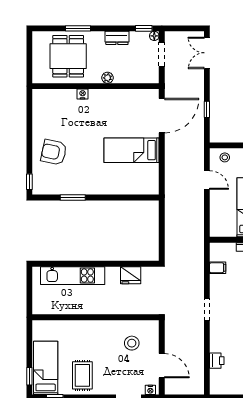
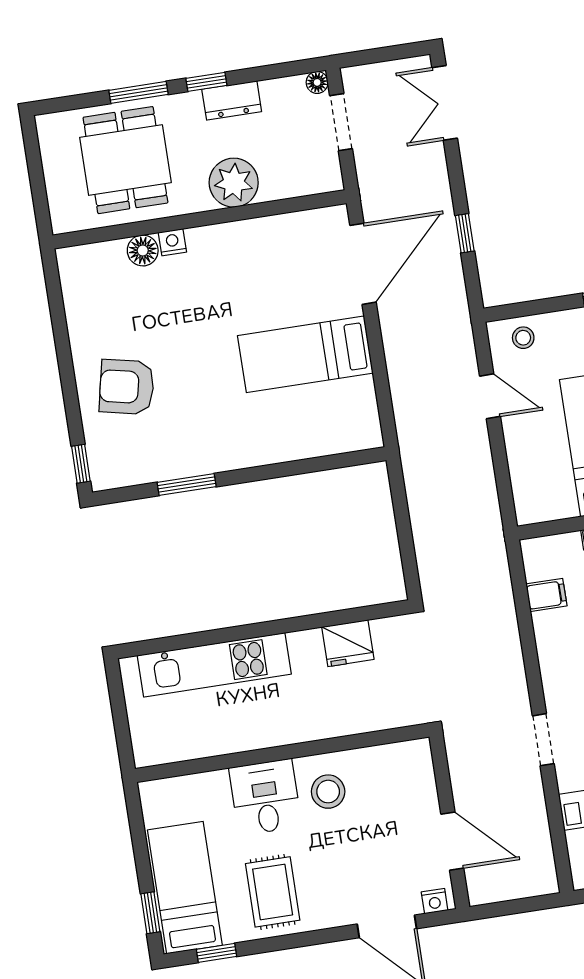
window: (144, 28) -> (206, 82), moved
plant: (108, 78) -> (234, 183), width x1.87, depth x1.87
floor lamp: (69, 96) -> (143, 250), added
doorway: (207, 310) -> (543, 740), moved
desk: (86, 335) -> (265, 797), added
stool: (132, 343) -> (328, 792), moved

